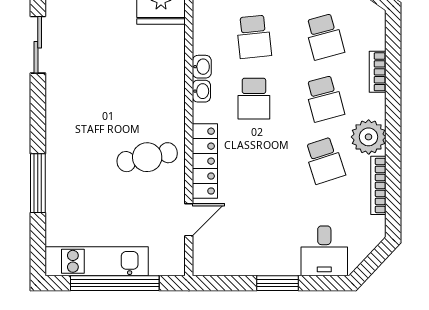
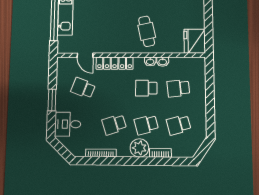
plant: (369, 137) -> (139, 148), moved
cafe table: (147, 157) -> (147, 31), moved
school desk: (254, 222) -> (83, 88), added

